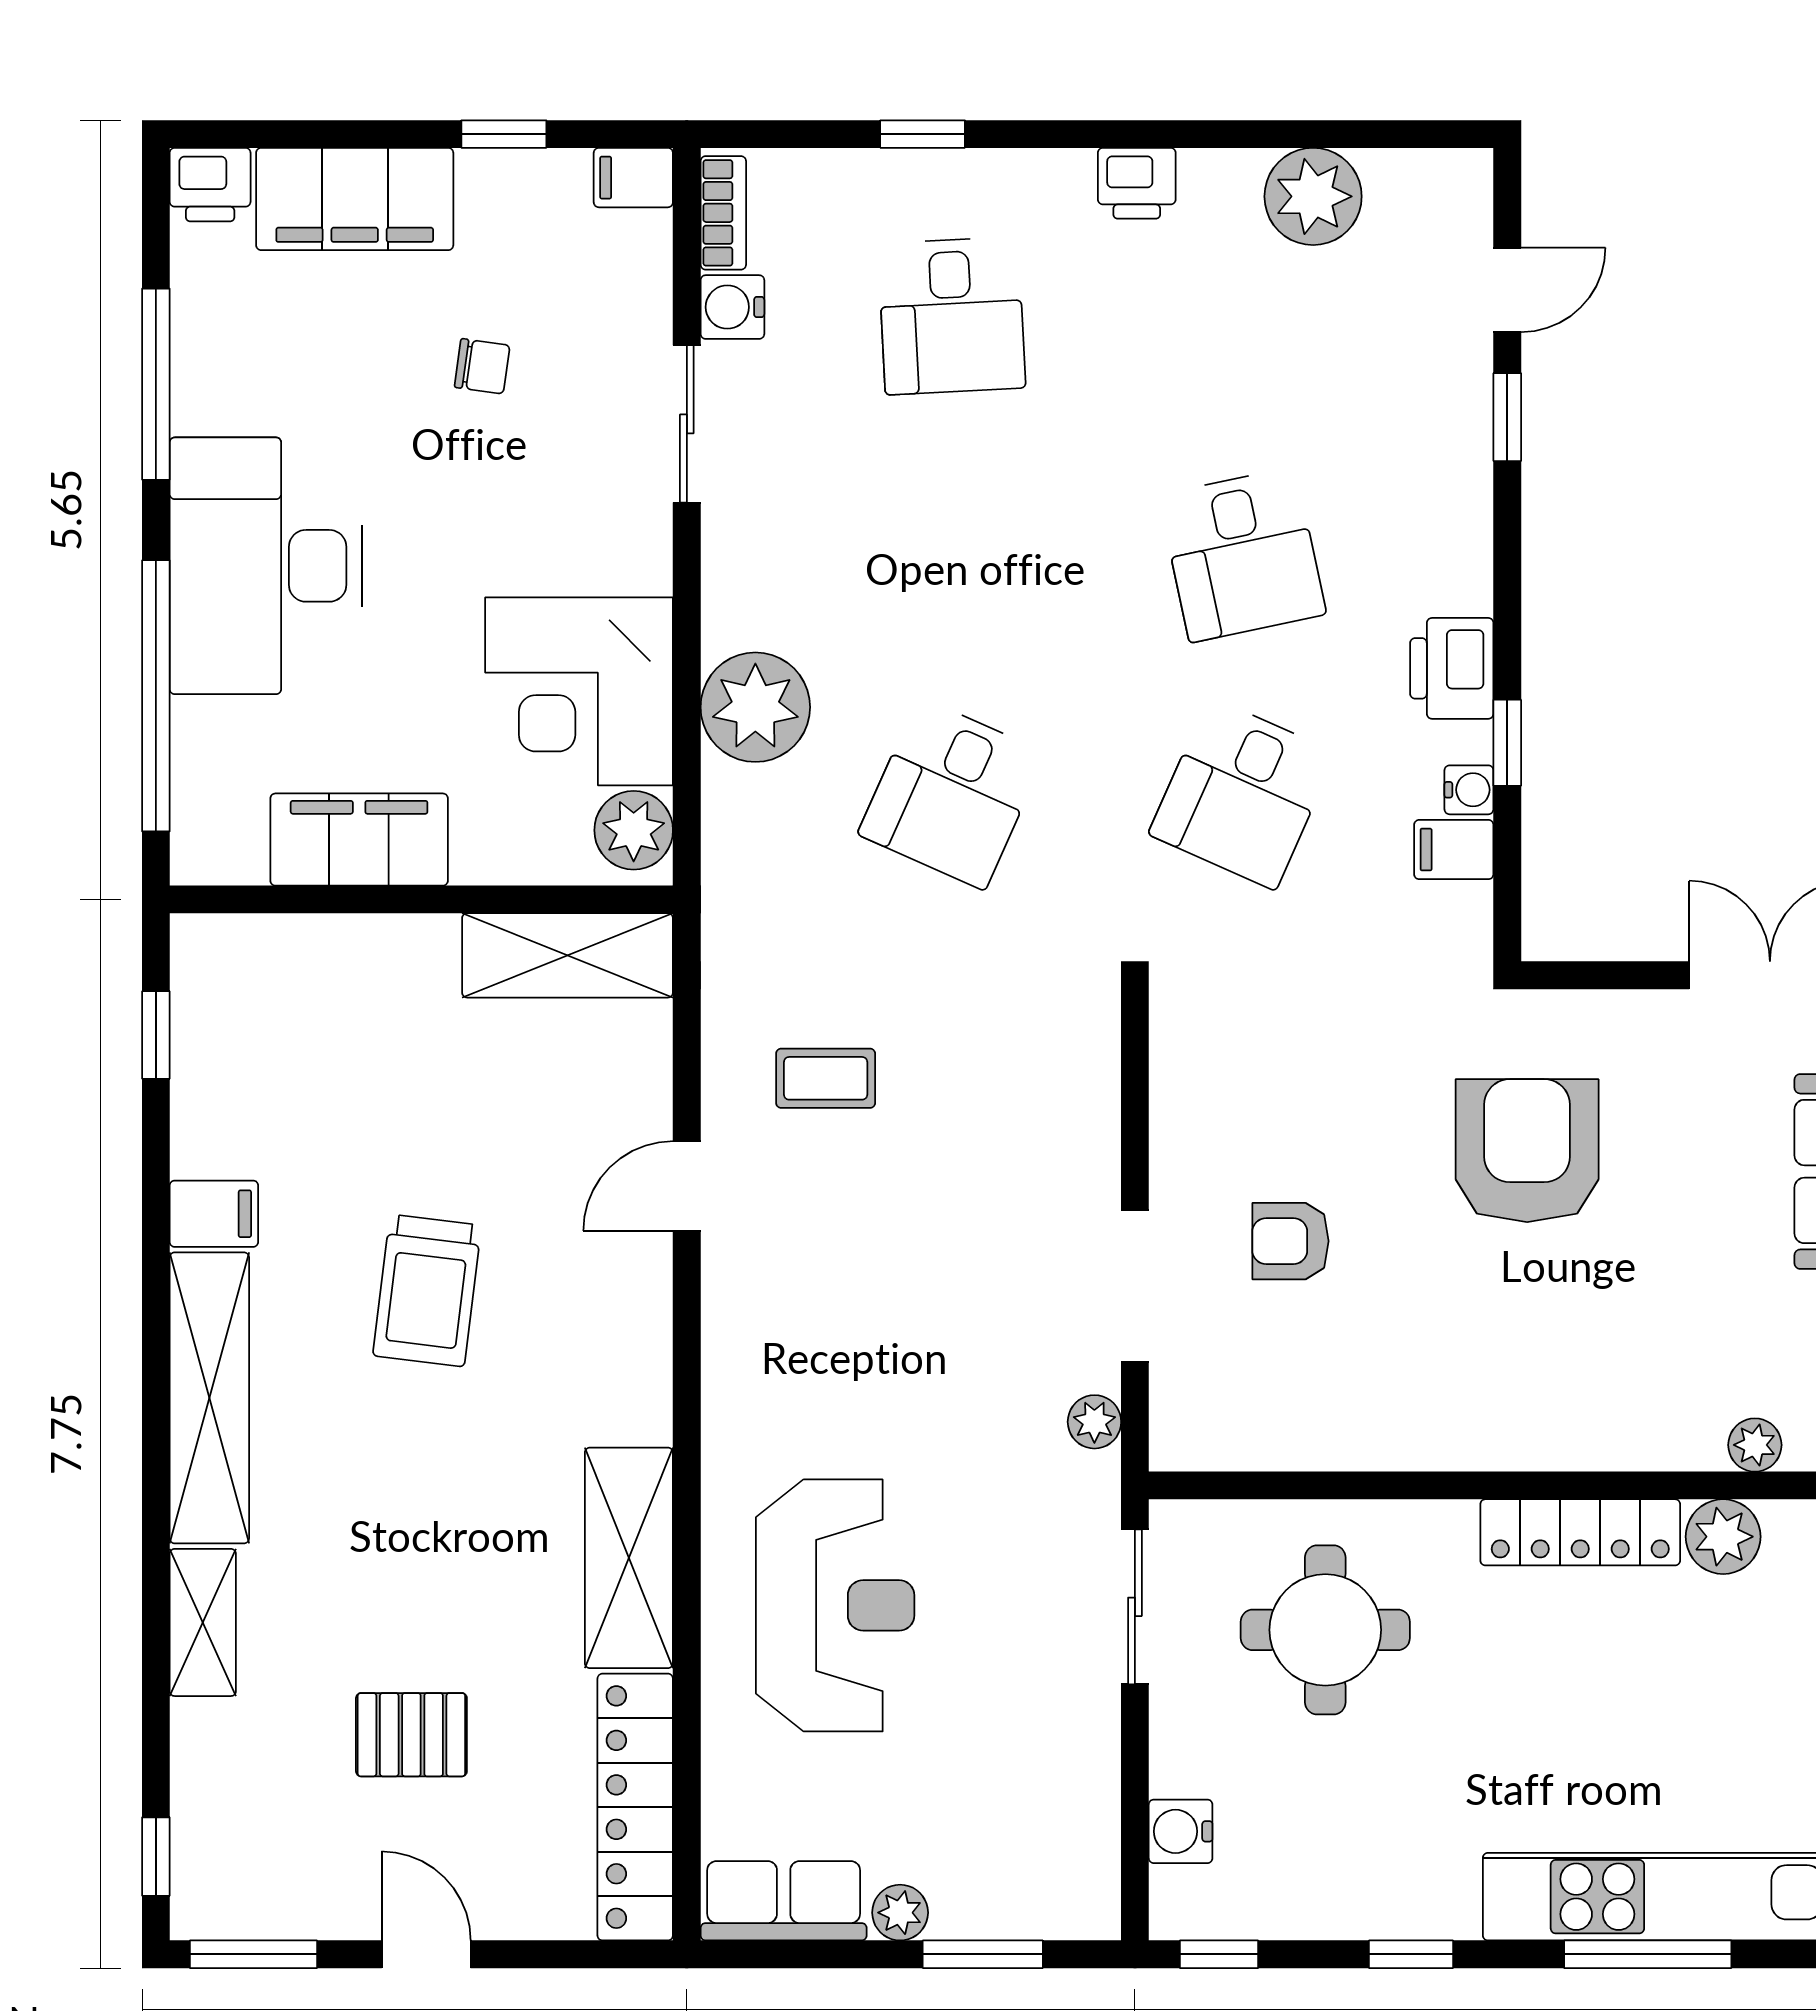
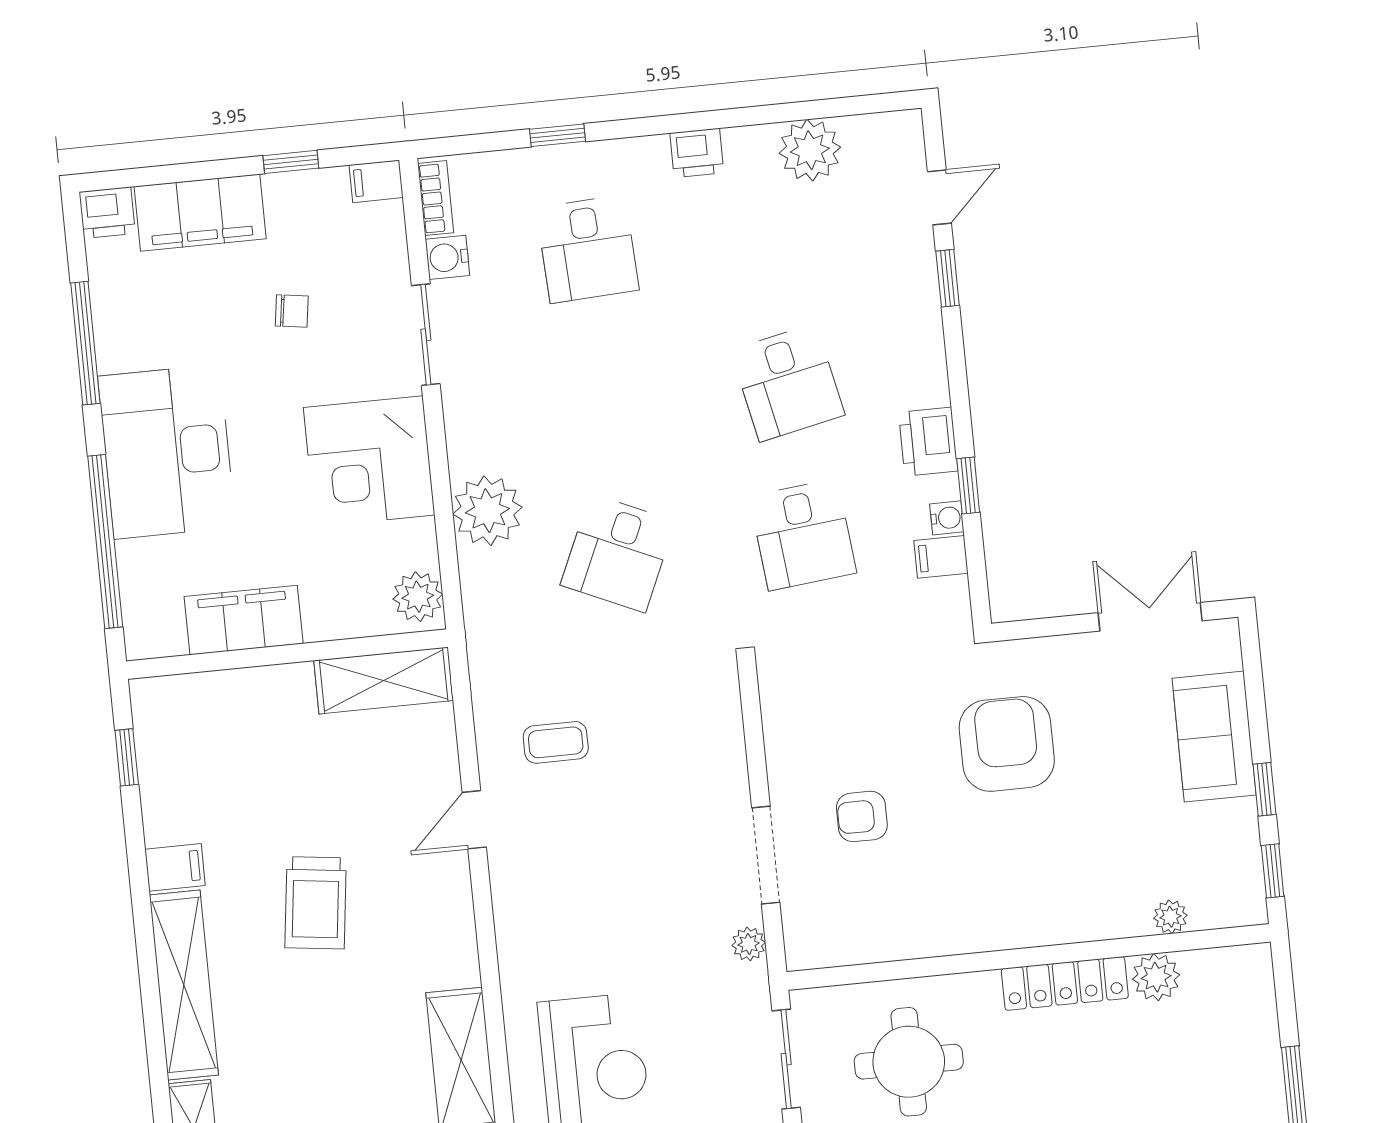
corner desk: (579, 691) -> (369, 461), moved
desk: (1242, 794) -> (803, 535), turned -30

